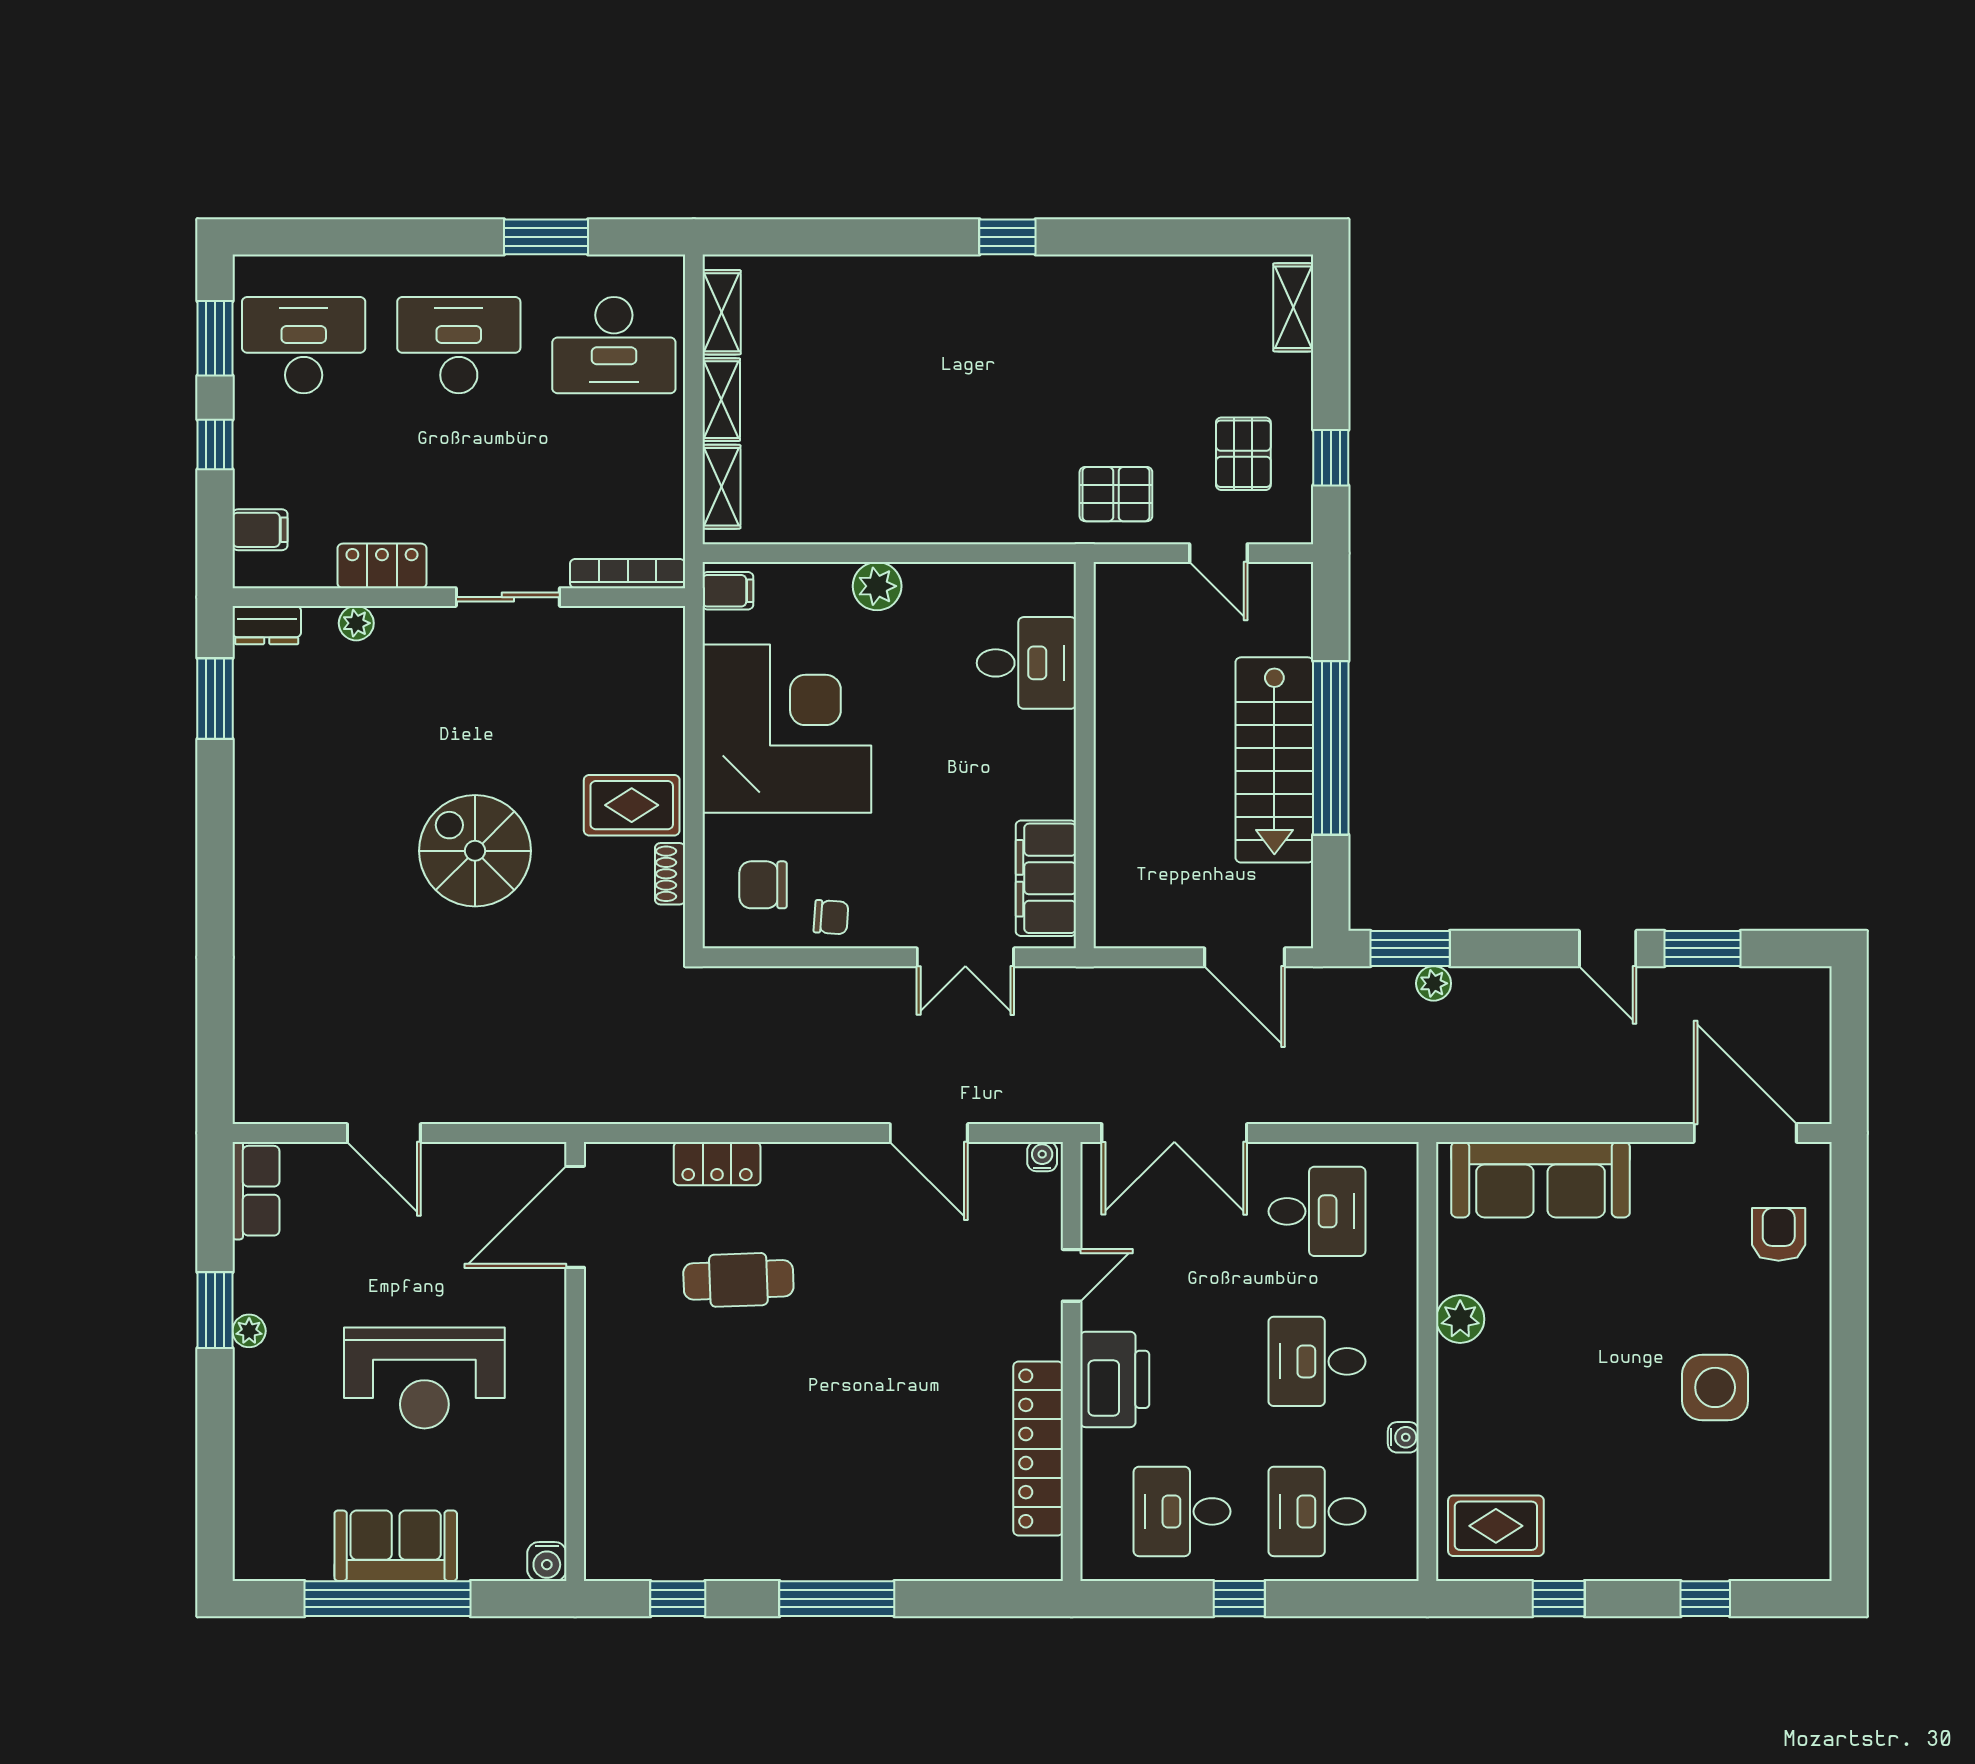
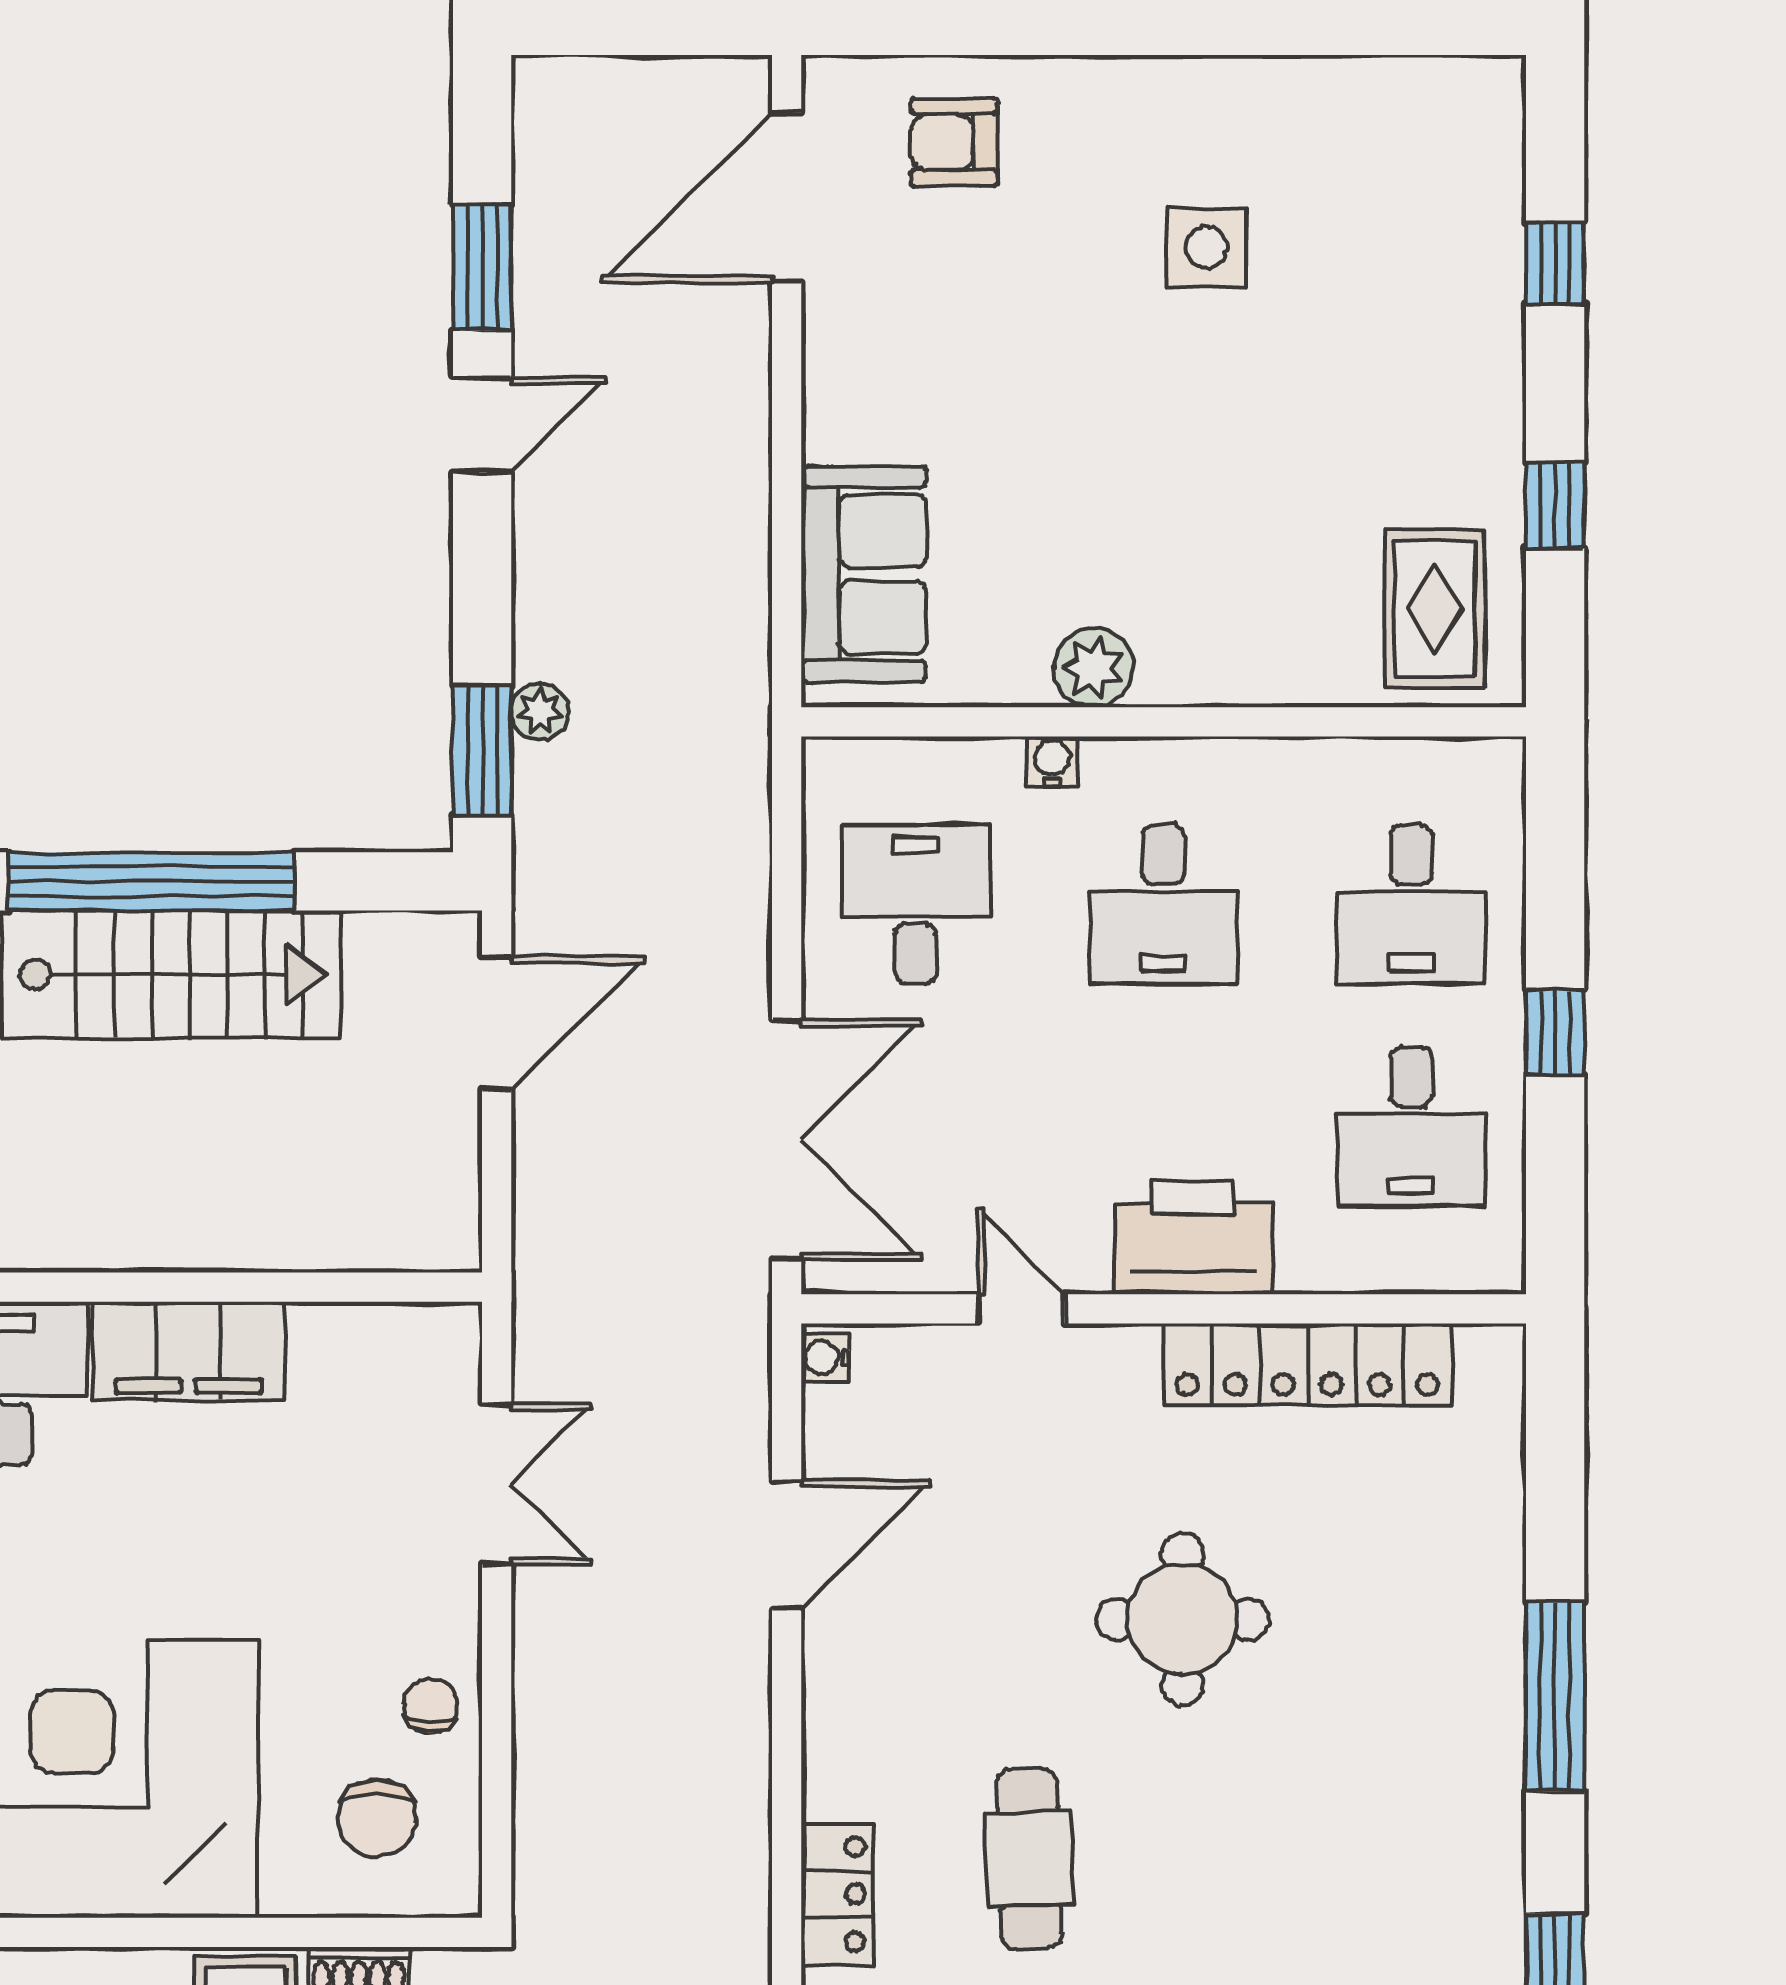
filing cabinet: (1046, 878) -> (188, 1351), moved
sofa: (1541, 1180) -> (864, 574), width x0.73
round table: (884, 1373) -> (1182, 1619), added
side table: (1715, 1387) -> (1207, 247), width x0.73, depth x0.73
water cooler: (1403, 1437) -> (1052, 762), moved

